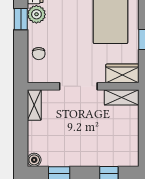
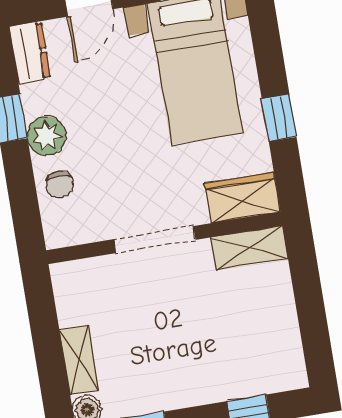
plant: (36, 14) -> (47, 136), moved
shelving: (34, 105) -> (79, 360), moved

